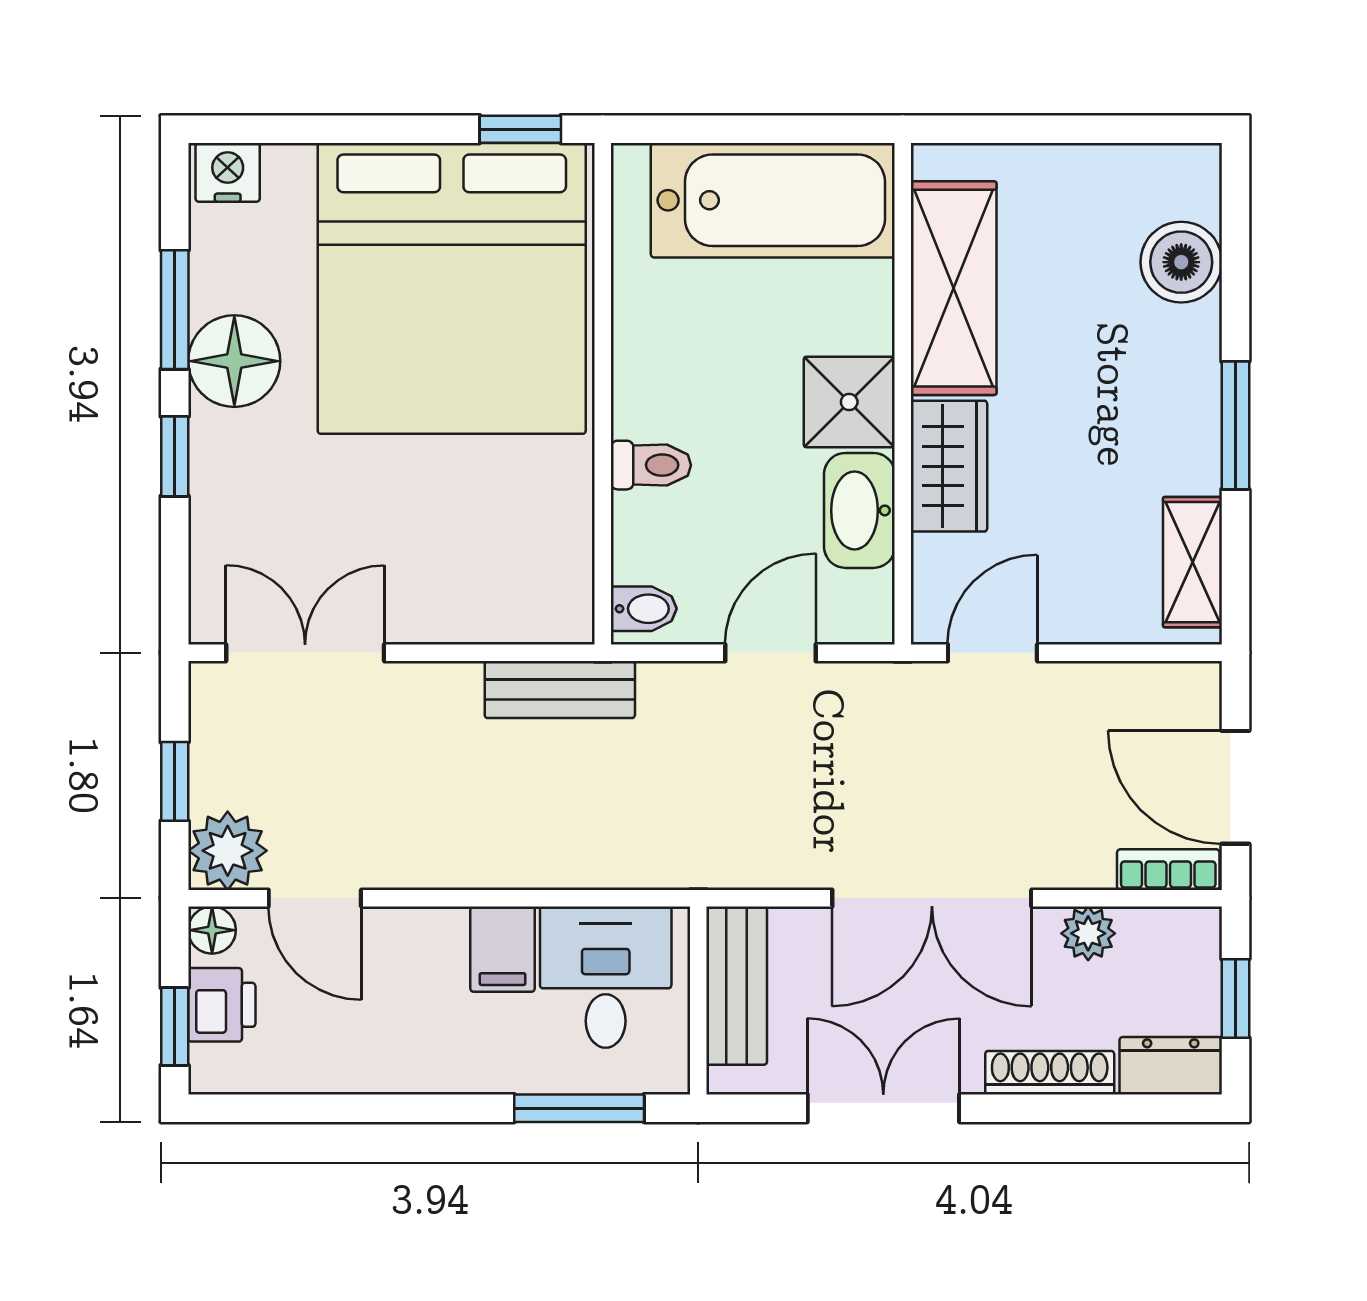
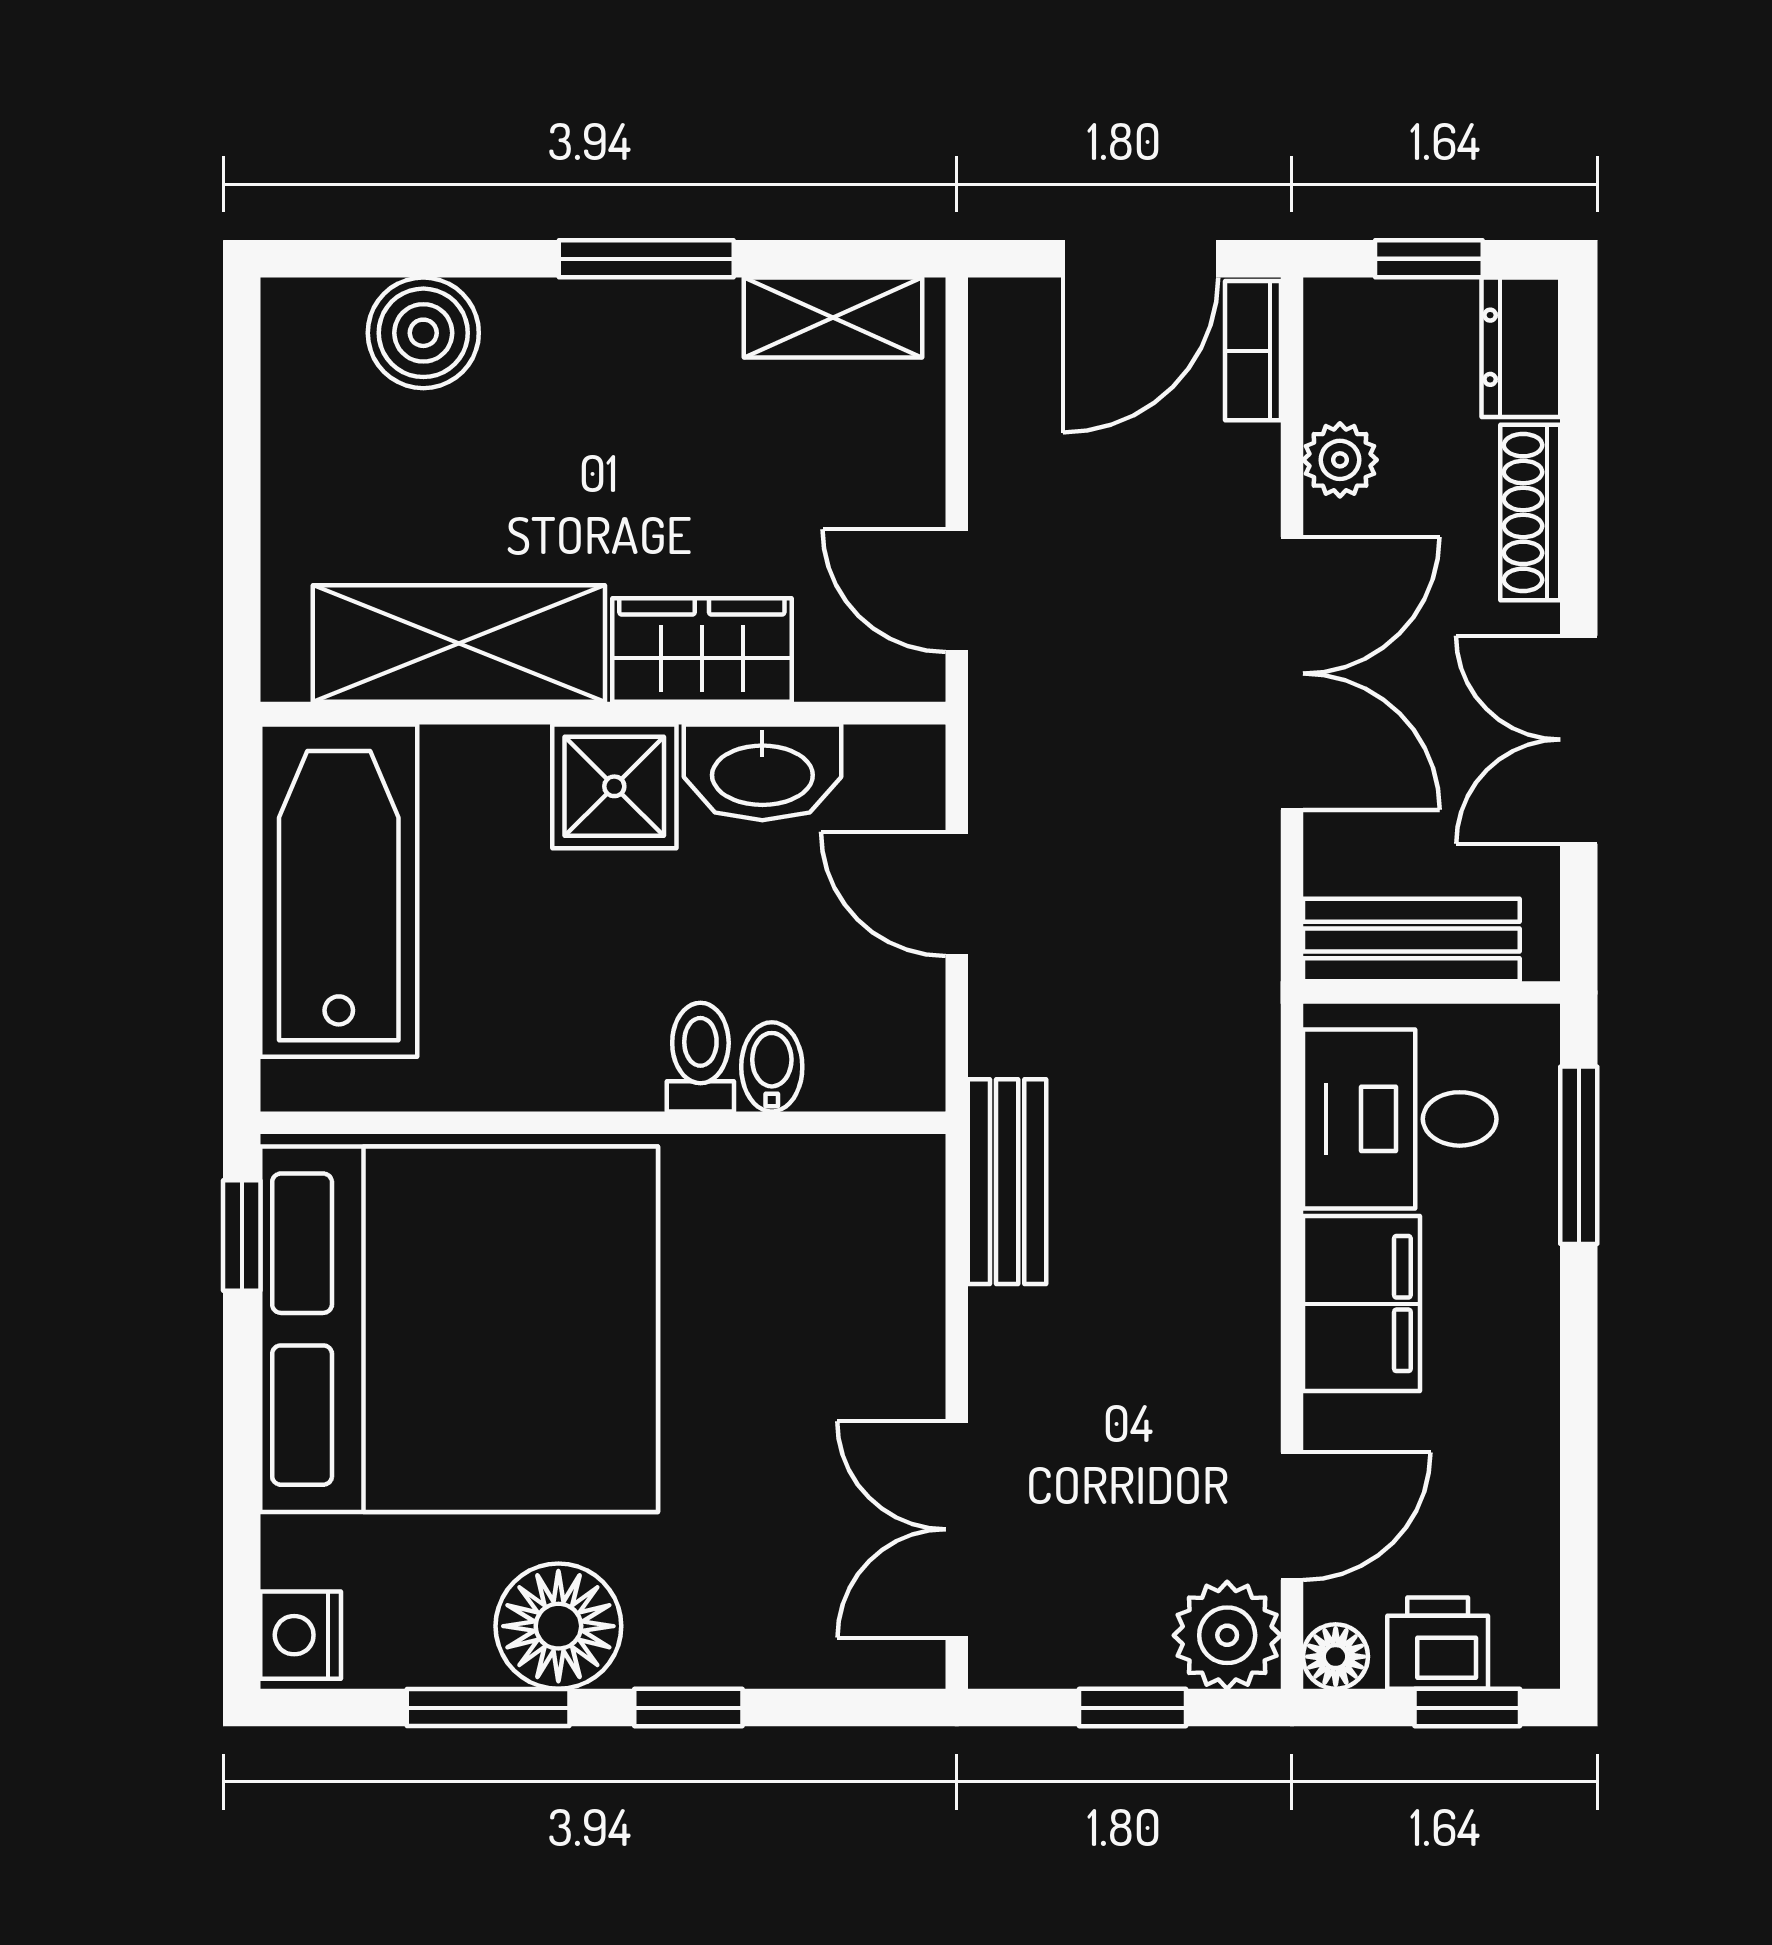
bidet: (644, 609) -> (772, 1067), moved
filing cabinet: (503, 949) -> (1362, 1304), width x2.00

